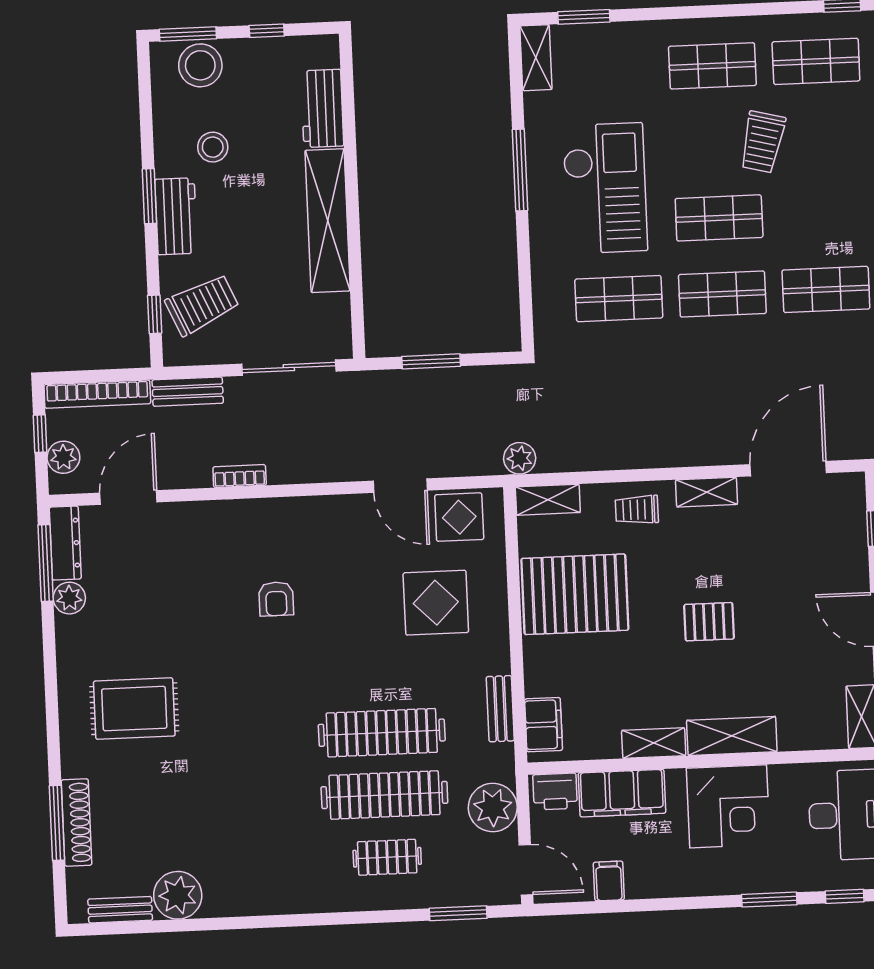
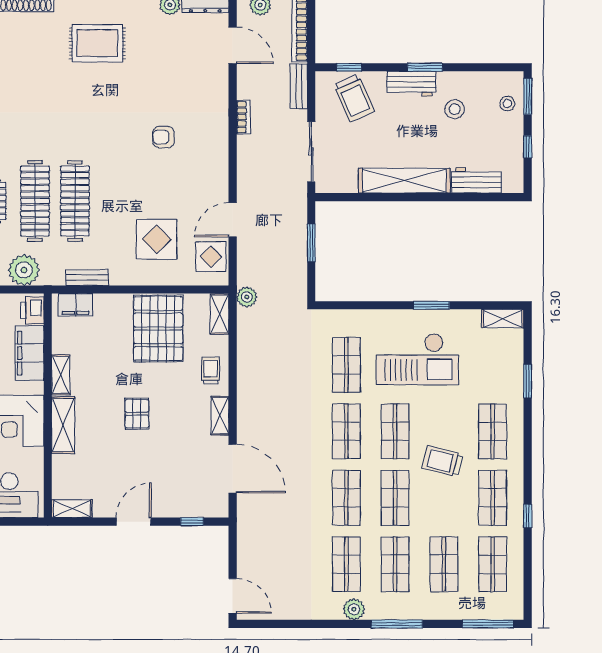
window: (584, 17) -> (528, 381), moved
stool: (200, 65) -> (507, 104), width x0.53, depth x0.53
window: (520, 170) -> (431, 305), width x0.69
shop shelf: (823, 213) -> (395, 498), added
rug: (134, 709) -> (97, 43), turned 90

